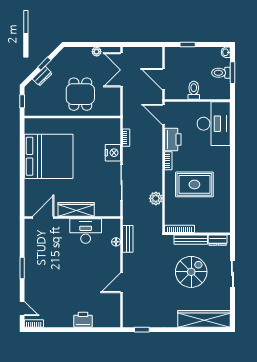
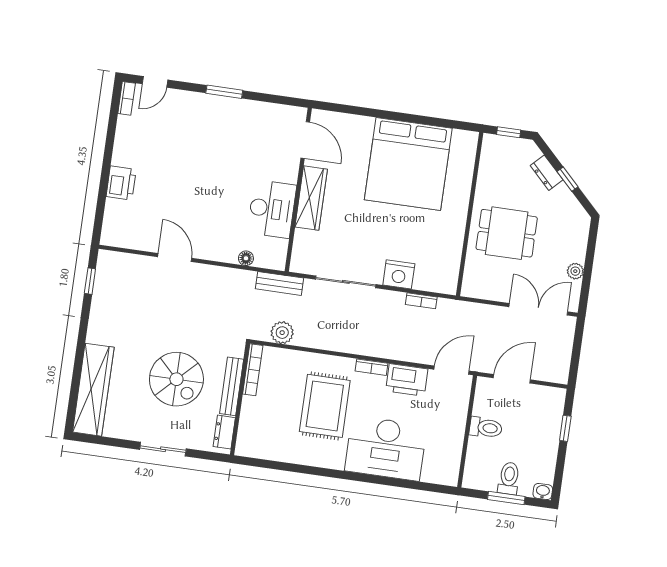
desk: (214, 124) -> (386, 448), moved
plant: (156, 198) -> (282, 333), moved
bench: (128, 239) -> (279, 283), moved

